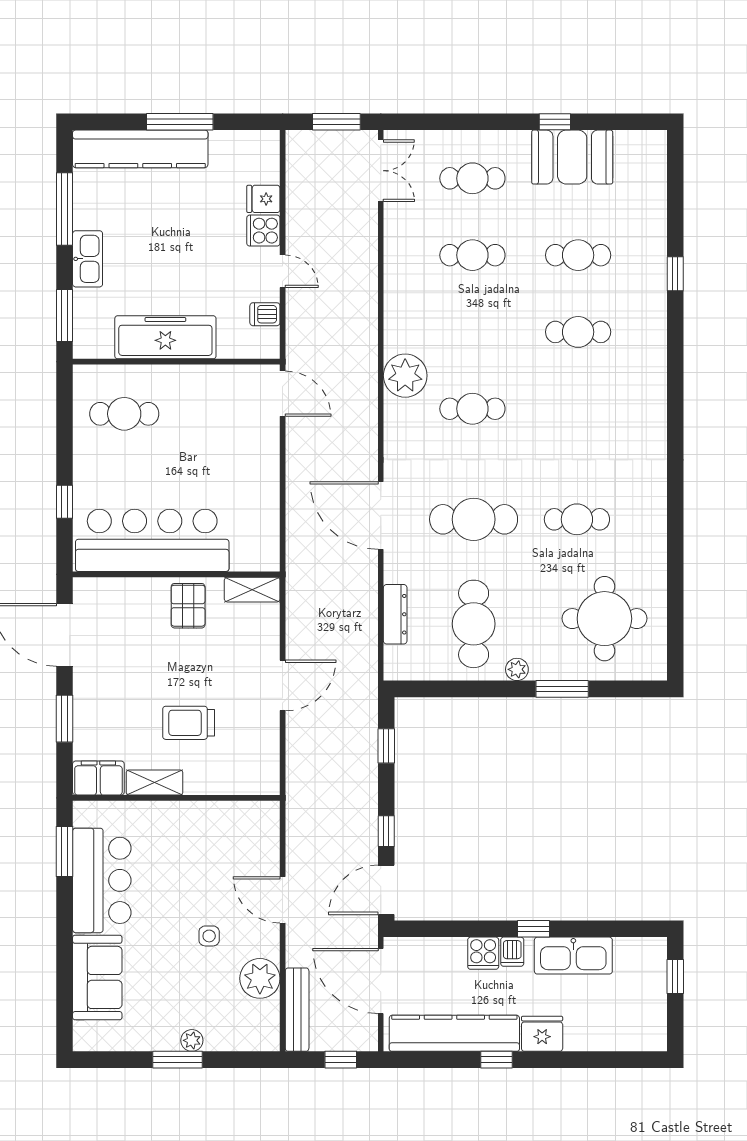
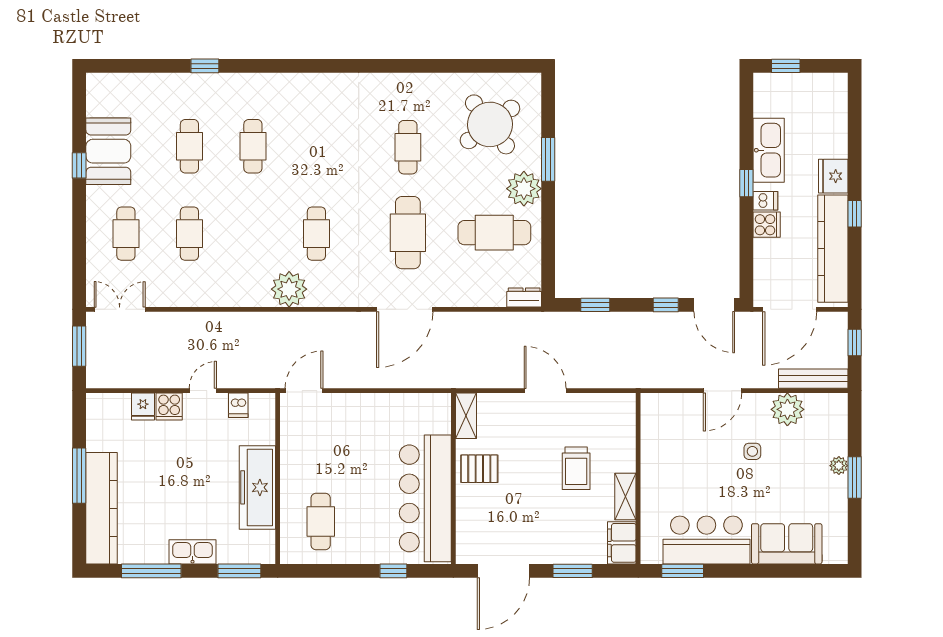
dresser: (395, 614) -> (524, 297), moved, width x0.70
round table: (604, 619) -> (490, 124), turned -37
plant: (517, 669) -> (524, 189), width x1.88, depth x1.88

